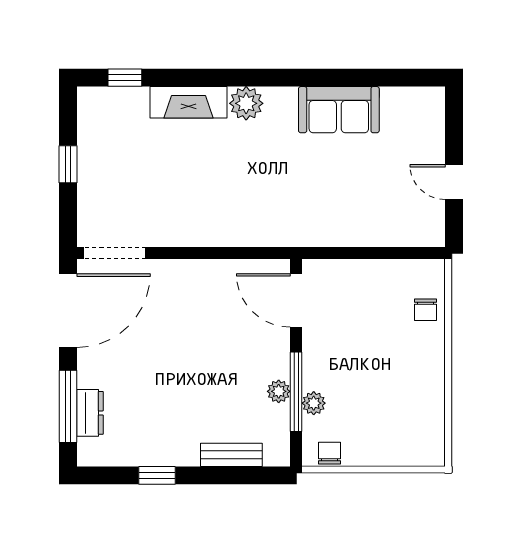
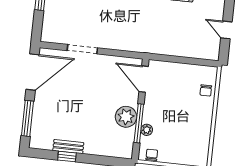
doorway: (114, 253) -> (82, 49), moved
plant: (279, 391) -> (126, 117), width x1.88, depth x1.88
dresser: (90, 413) -> (38, 123), removed
bench: (231, 455) -> (68, 147), moved

